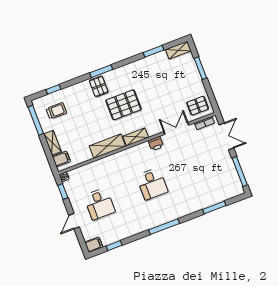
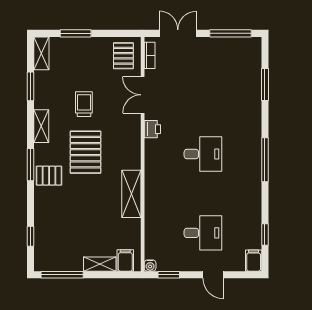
trolley: (56, 111) -> (84, 104), moved
shelving: (136, 137) -> (41, 126), moved

